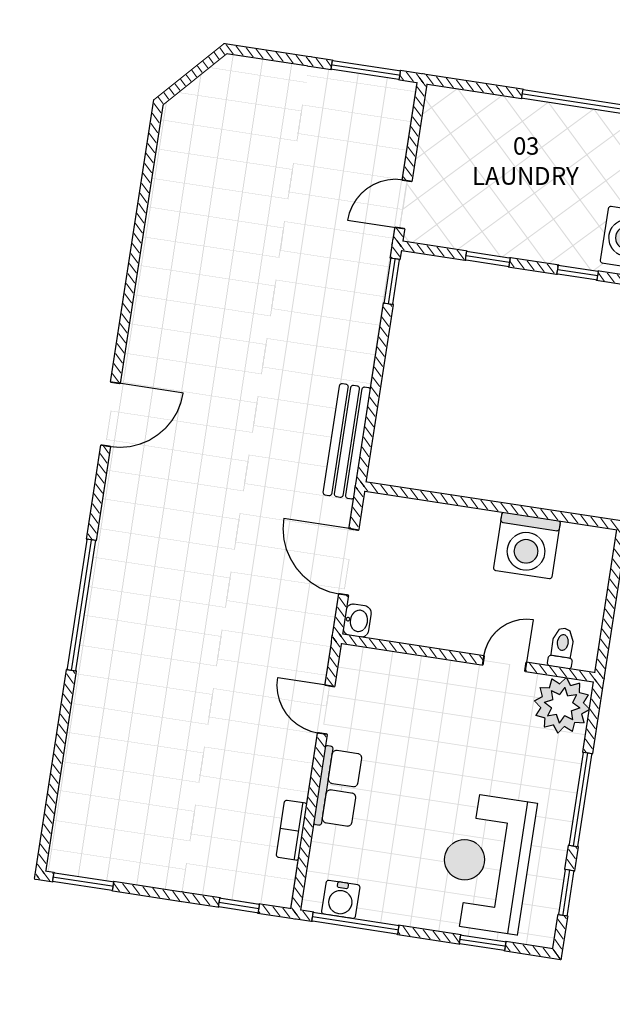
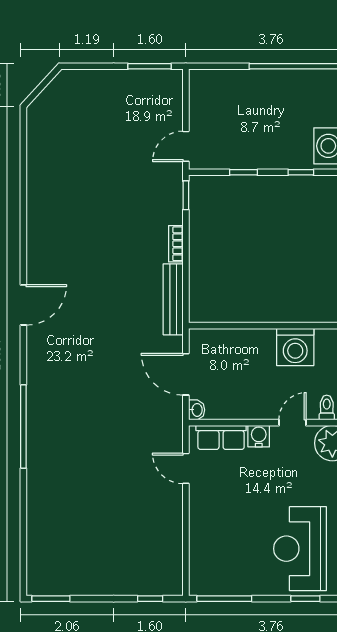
row of seats: (338, 788) -> (221, 437), moved, turned 90
bookcase: (292, 830) -> (176, 244), moved
water cooler: (341, 899) -> (259, 436), moved, turned 180

